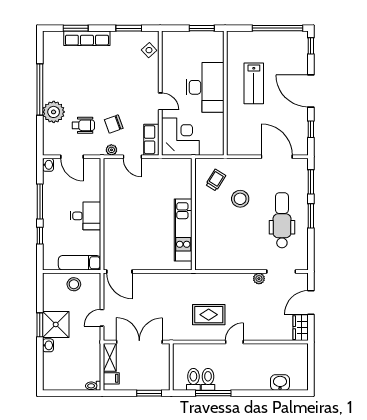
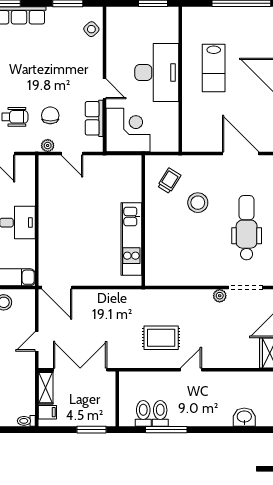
chair: (114, 124) -> (50, 115), turned 110
row of seats: (151, 140) -> (94, 118), moved

